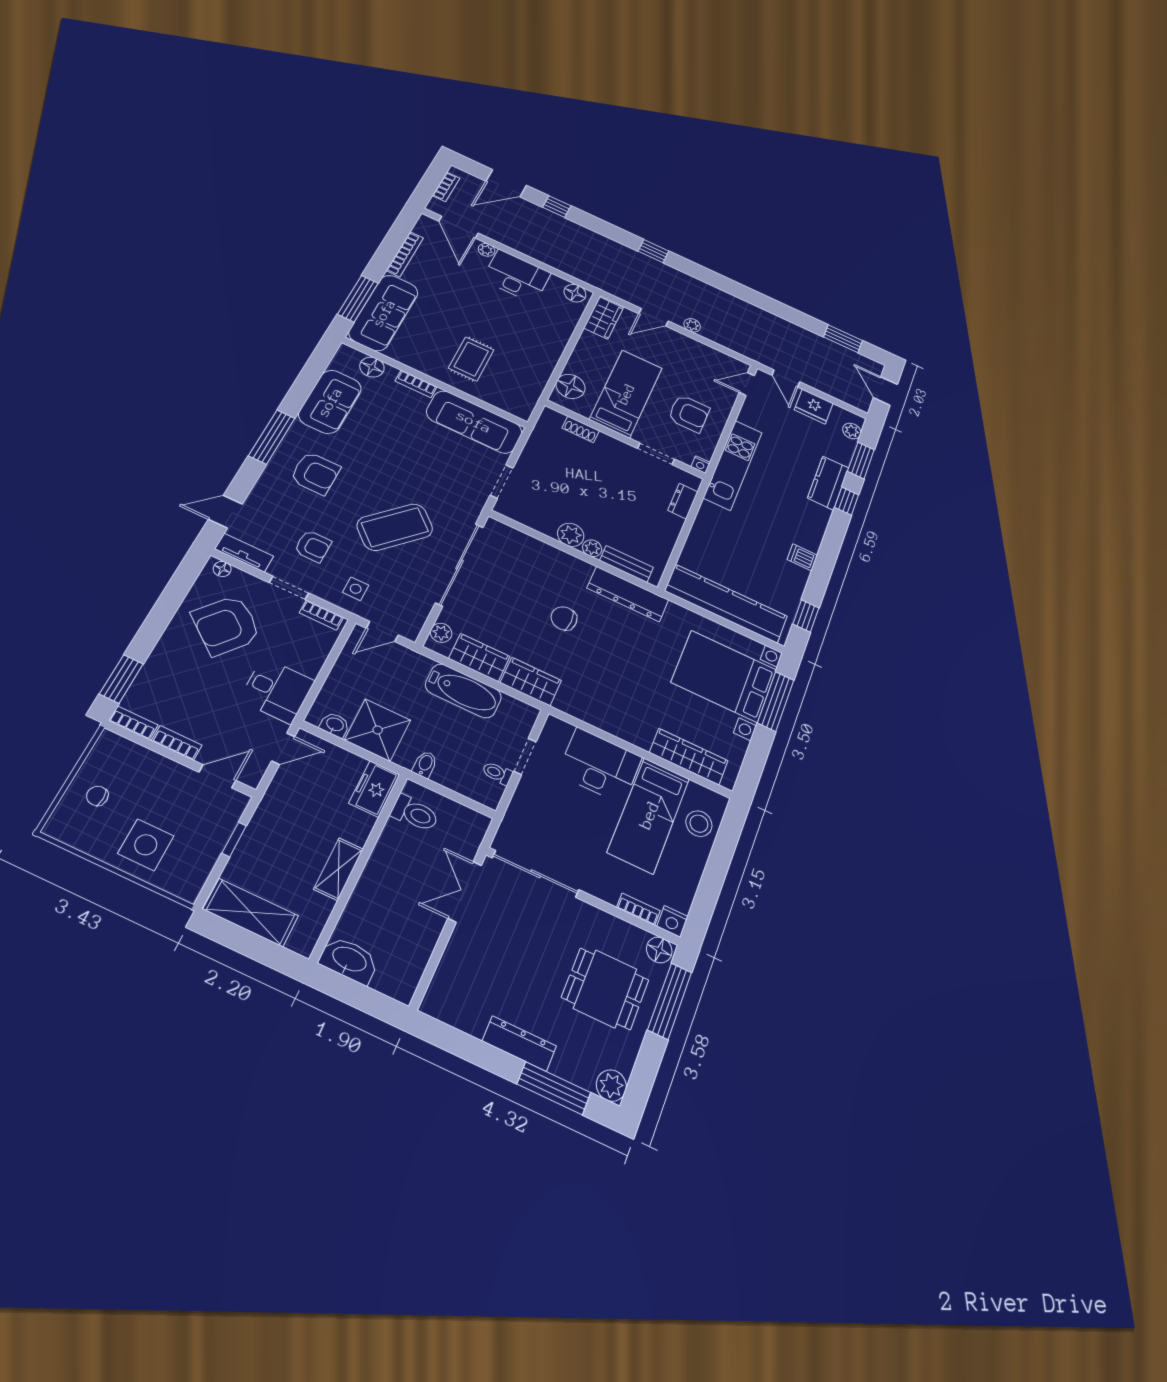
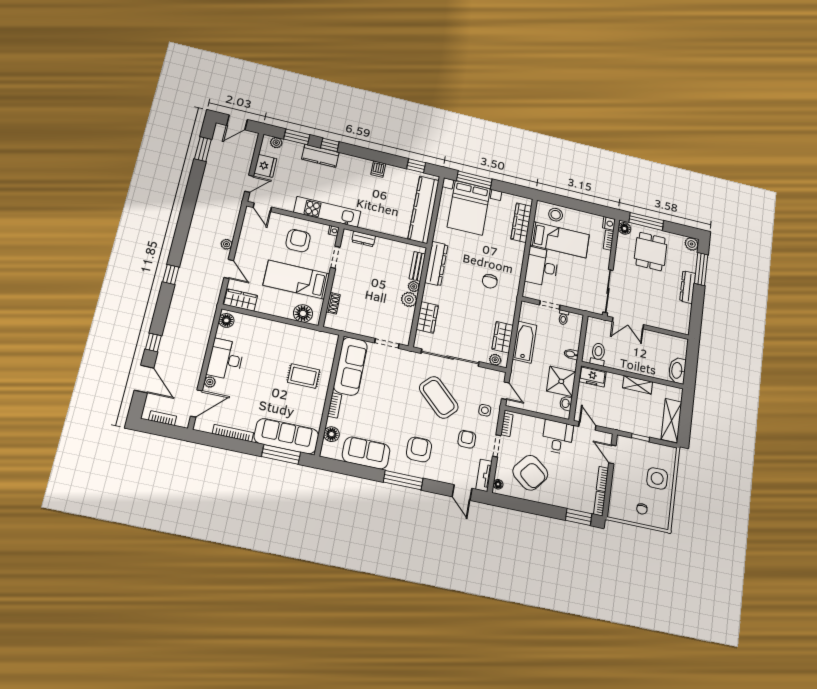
chair: (564, 618) -> (490, 281), moved
wardrobe: (531, 682) -> (427, 317), moved, turned 180

